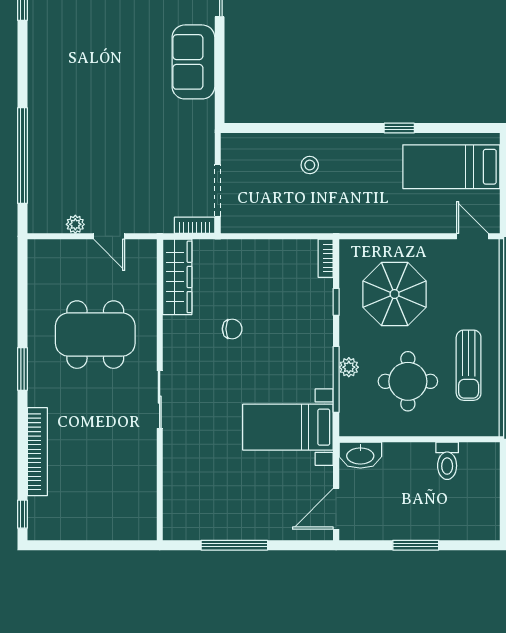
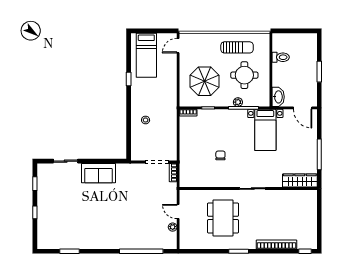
door: (109, 236) -> (178, 212), swing flipped
wardrobe: (177, 277) -> (300, 181), moved

